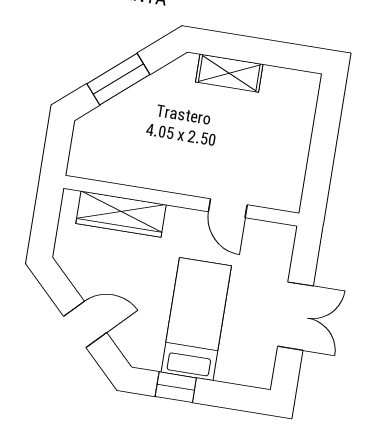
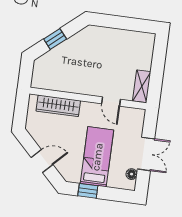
shelving: (229, 73) -> (142, 86), moved, turned 90
window: (118, 79) -> (55, 39), width x0.67
floor lamp: (265, 356) -> (132, 174), added

